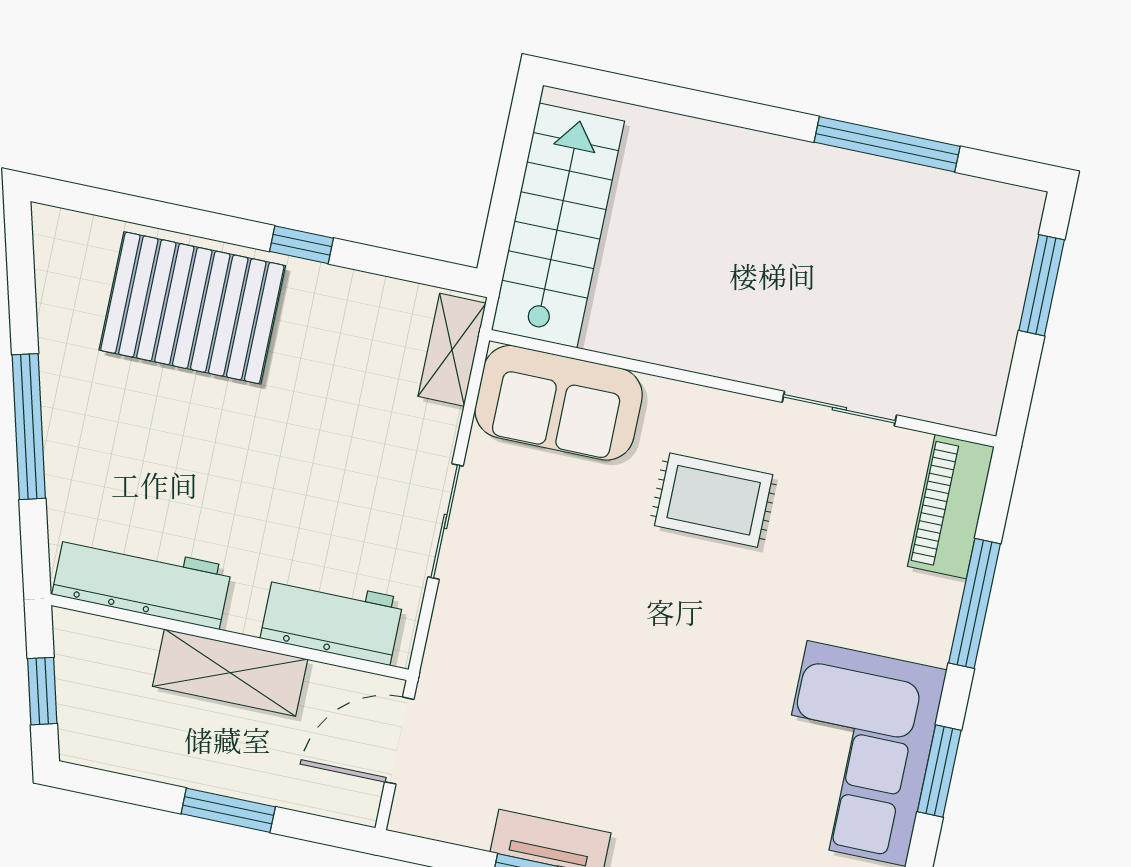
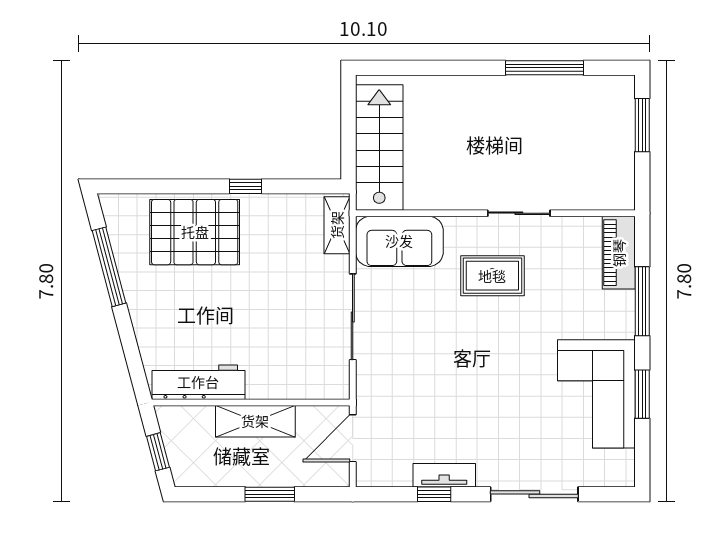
sliding door: (839, 409) -> (519, 213), moved
window: (29, 427) -> (109, 267), moved
sliding door: (445, 521) -> (353, 317), width x1.37
workbench: (332, 619) -> (303, 381), removed

